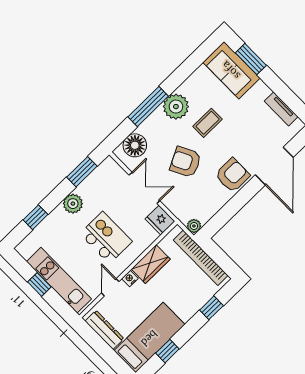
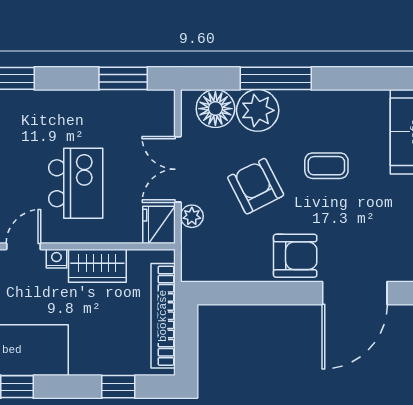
plant: (176, 107) -> (258, 110), moved
double door: (144, 188) -> (178, 169), swing flipped
plant: (73, 204) -> (76, 105), removed
plant: (194, 226) -> (192, 216), moved

